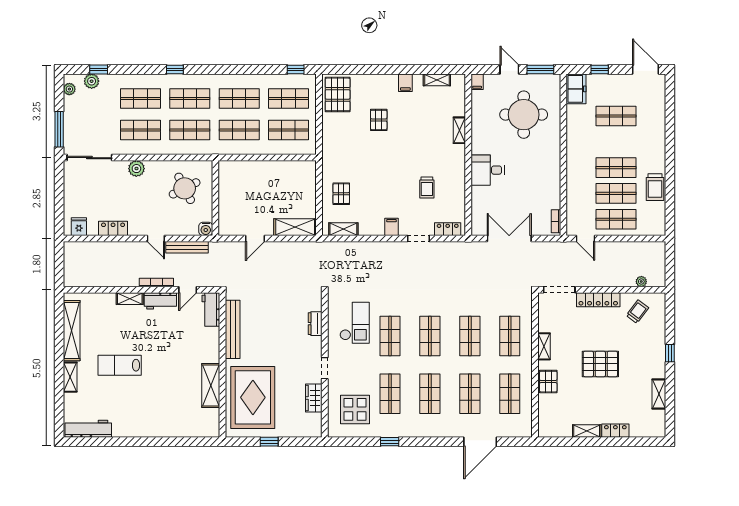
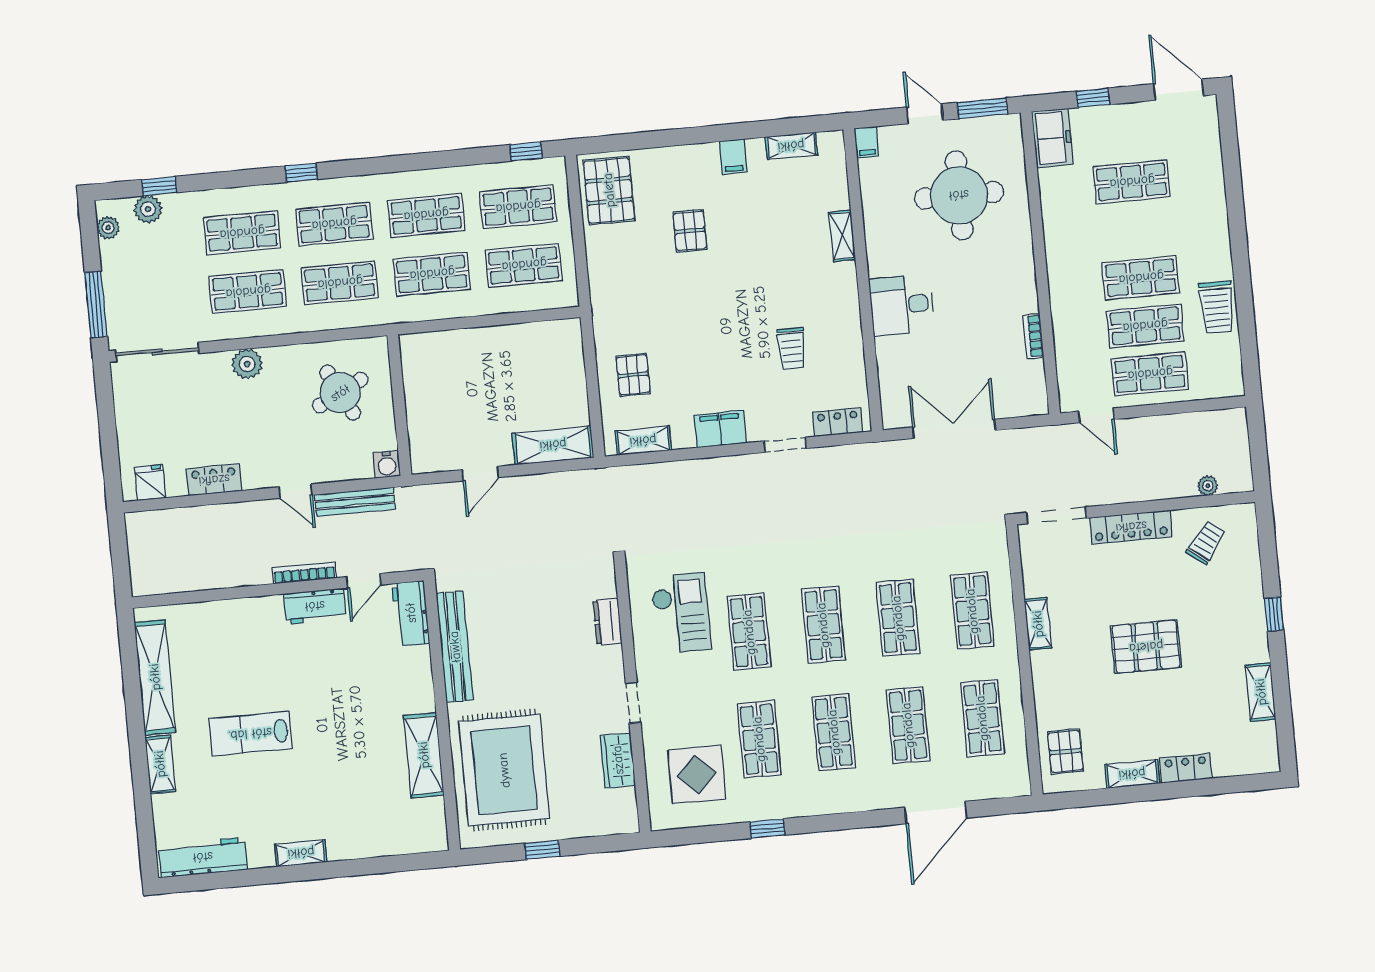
bookcase: (556, 221) -> (1033, 336), moved
filing cabinet: (391, 227) -> (720, 429), width x2.00
shelving: (130, 299) -> (301, 853), moved
pallet: (548, 382) -> (1066, 751), moved

